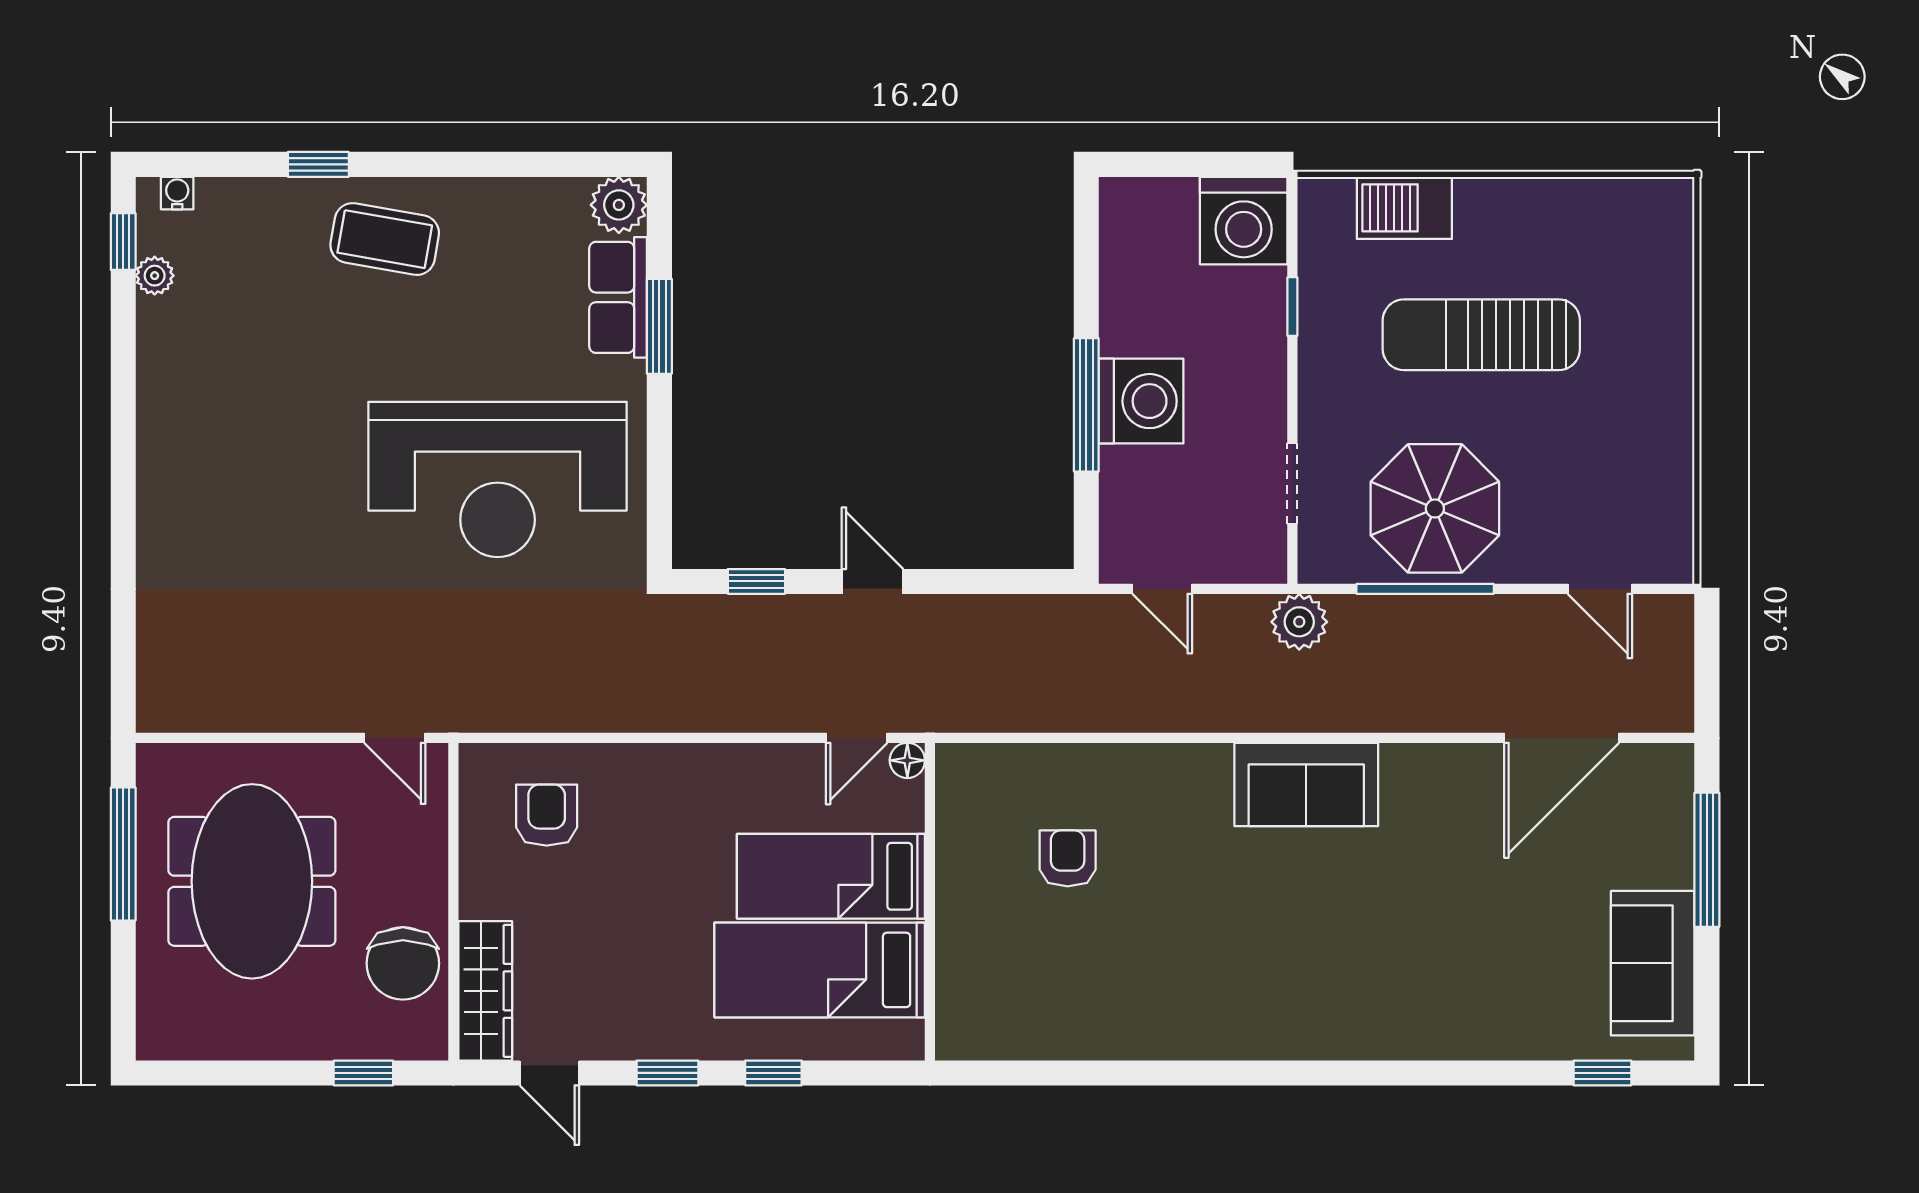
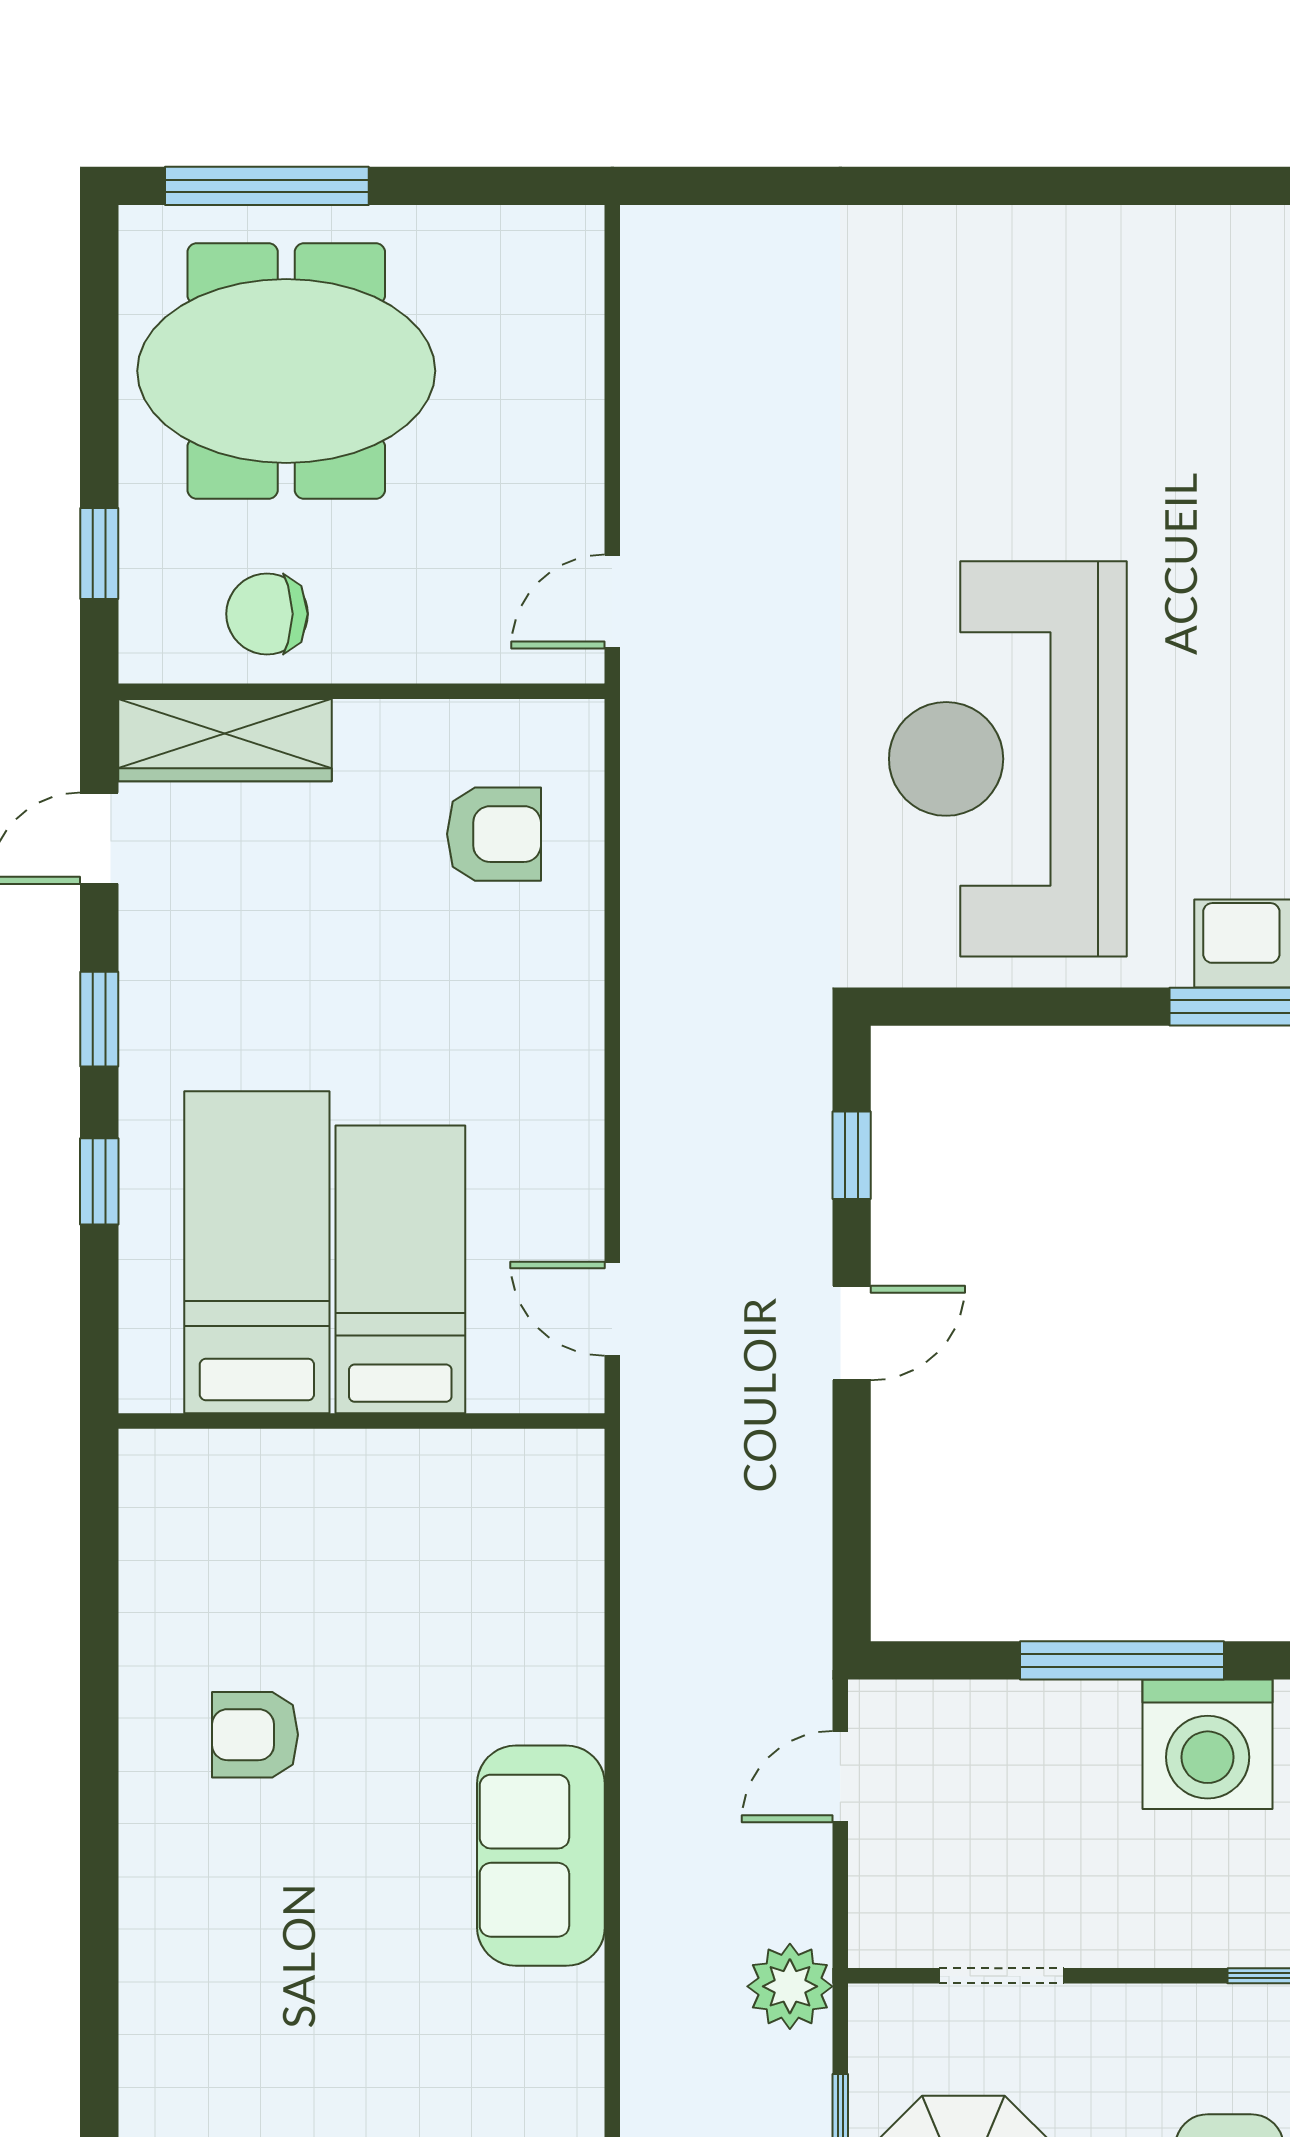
washing machine: (1141, 401) -> (1208, 1744), moved
floor lamp: (907, 760) -> (578, 1386), removed
sofa: (1306, 784) -> (541, 1856), moved
window: (123, 854) -> (267, 186), moved
armchair: (1068, 858) -> (255, 1735), moved, turned 180
meeting table: (252, 881) -> (286, 371), moved
chair: (403, 963) -> (267, 614), width x0.73, depth x0.73

